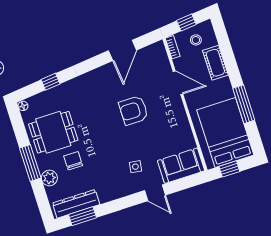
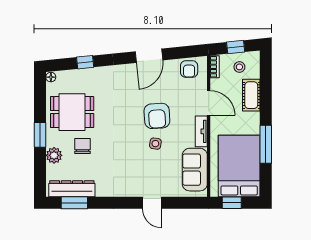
door: (122, 50) -> (149, 56), moved
armchair: (150, 57) -> (189, 69), added
armchair: (134, 110) -> (157, 116), turned -94
tv unit: (180, 111) -> (201, 131), added
window: (30, 163) -> (40, 135), width x0.69
sofa: (181, 166) -> (195, 170), moved, turned -90
side table: (135, 167) -> (155, 144), moved

